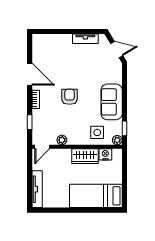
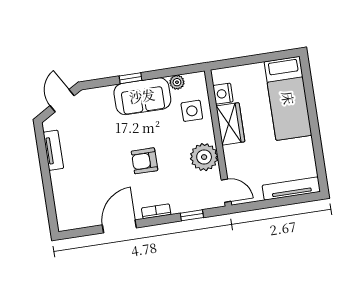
window: (124, 128) -> (130, 78), moved
plant: (62, 140) -> (204, 157), width x1.88, depth x1.88
plant: (117, 140) -> (177, 82), moved

